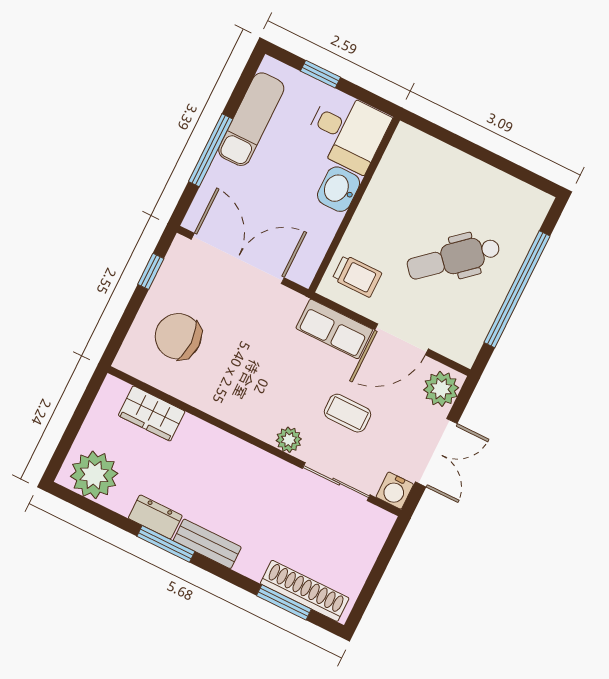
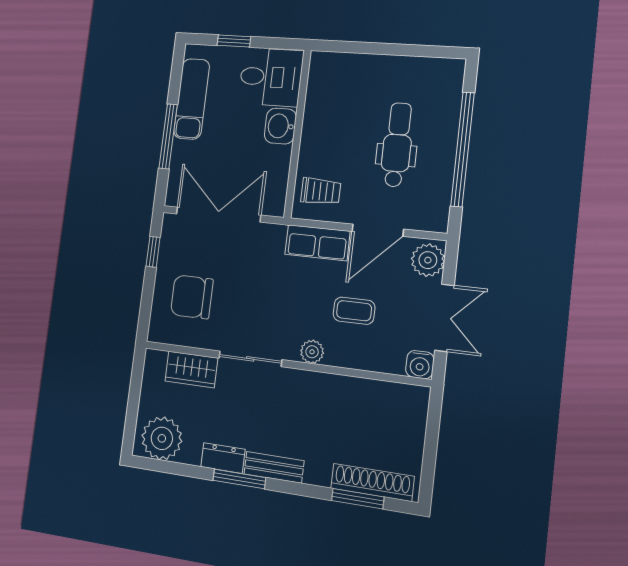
dental chair: (454, 258) -> (397, 145), turned 131
sliding door: (336, 482) -> (250, 359), moved

